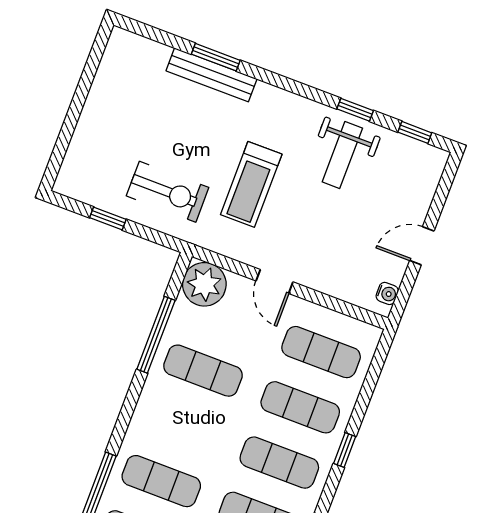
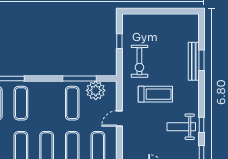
treadmill: (251, 184) -> (155, 94), turned 180
plant: (204, 284) -> (96, 90), moved

